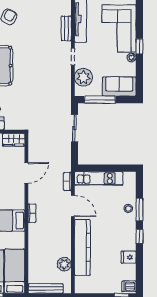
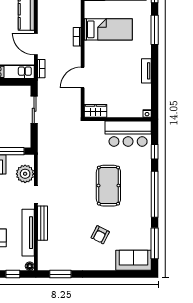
bench: (66, 28) -> (42, 223), width x1.36
sliding door: (75, 128) -> (34, 110), moved

